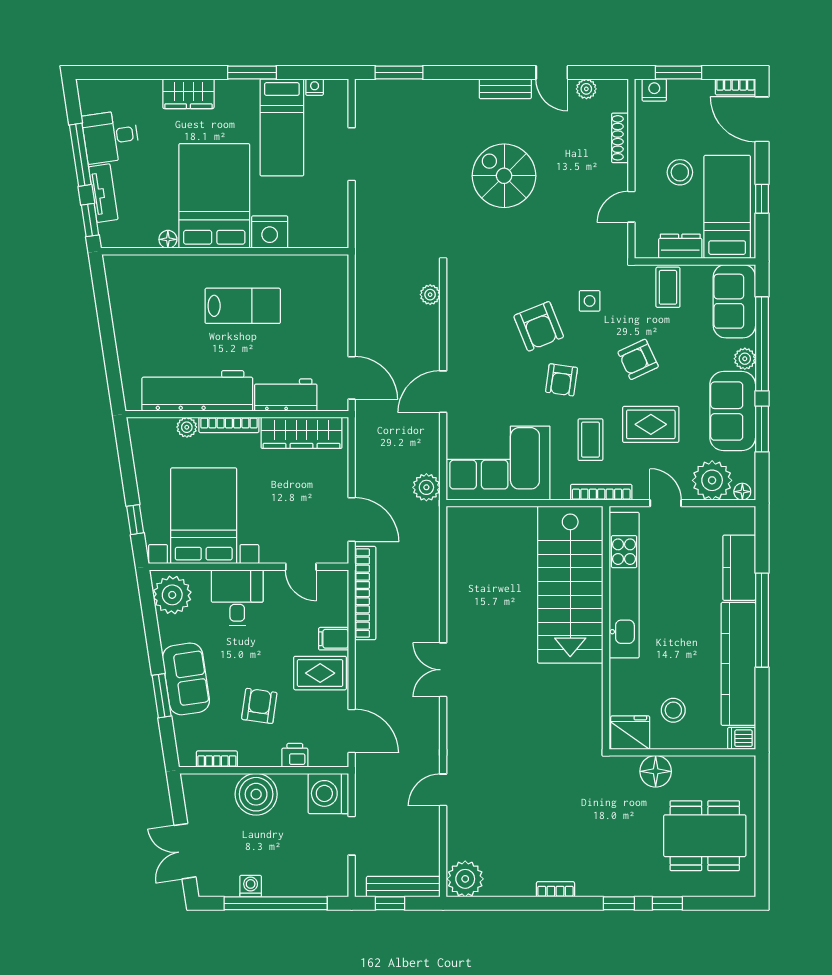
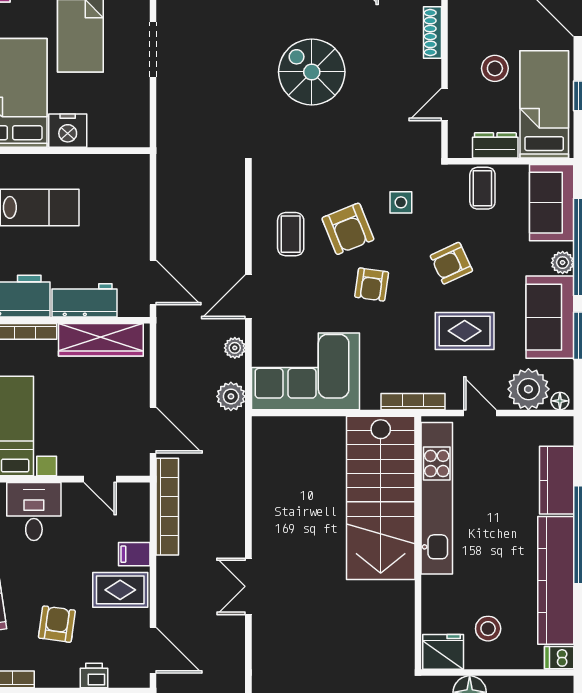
plant: (430, 295) -> (235, 348), moved
coffee table: (590, 440) -> (291, 234), moved

